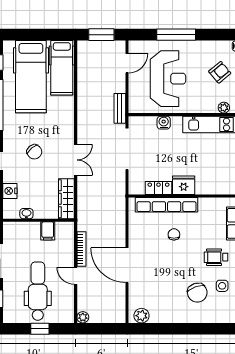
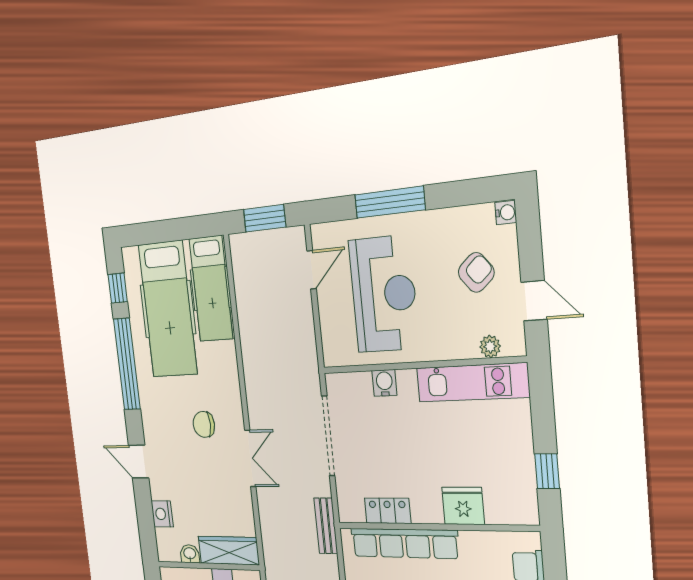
bench: (120, 108) -> (326, 526), moved
chair: (34, 152) -> (204, 424), moved, turned 129
fridge: (184, 185) -> (463, 506), moved
wardrobe: (66, 199) -> (229, 550), moved, turned 90

